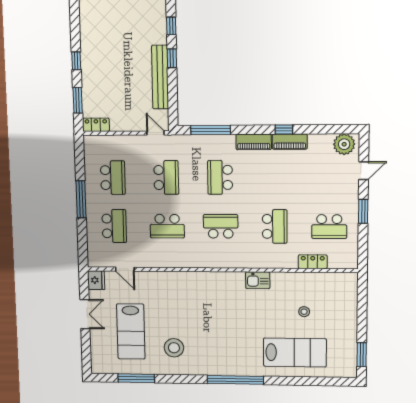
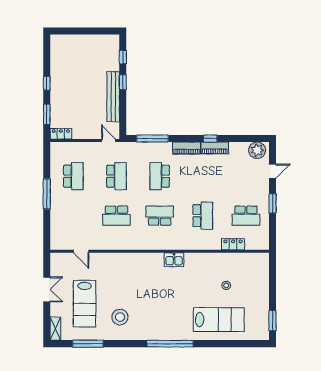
school desk: (114, 226) -> (73, 216), removed
fridge: (96, 280) -> (57, 261), removed
kitchen sink: (258, 280) -> (174, 260), moved
shelving: (97, 360) -> (55, 329), added

